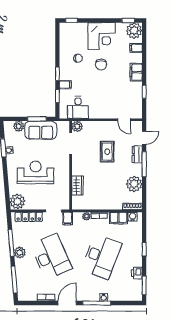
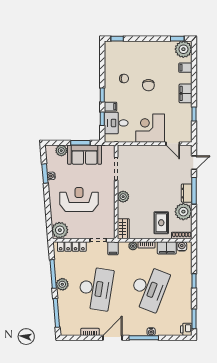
corner desk: (102, 36) -> (150, 128), moved, turned 180
desk: (78, 107) -> (116, 123), moved, turned 90
plant: (77, 126) -> (123, 197), moved
rug: (107, 152) -> (161, 223), moved
dresser: (137, 154) -> (187, 193), moved
wardrobe: (77, 186) -> (123, 229), moved
desk: (51, 257) -> (96, 289), turned 33
printer: (137, 273) -> (186, 329), moved

